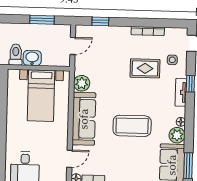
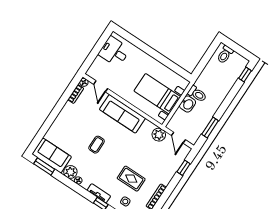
rug: (145, 68) -> (131, 179), turned 90
plant: (82, 83) -> (159, 135), moved
coffee table: (132, 126) -> (97, 145), width x0.54, depth x0.58

